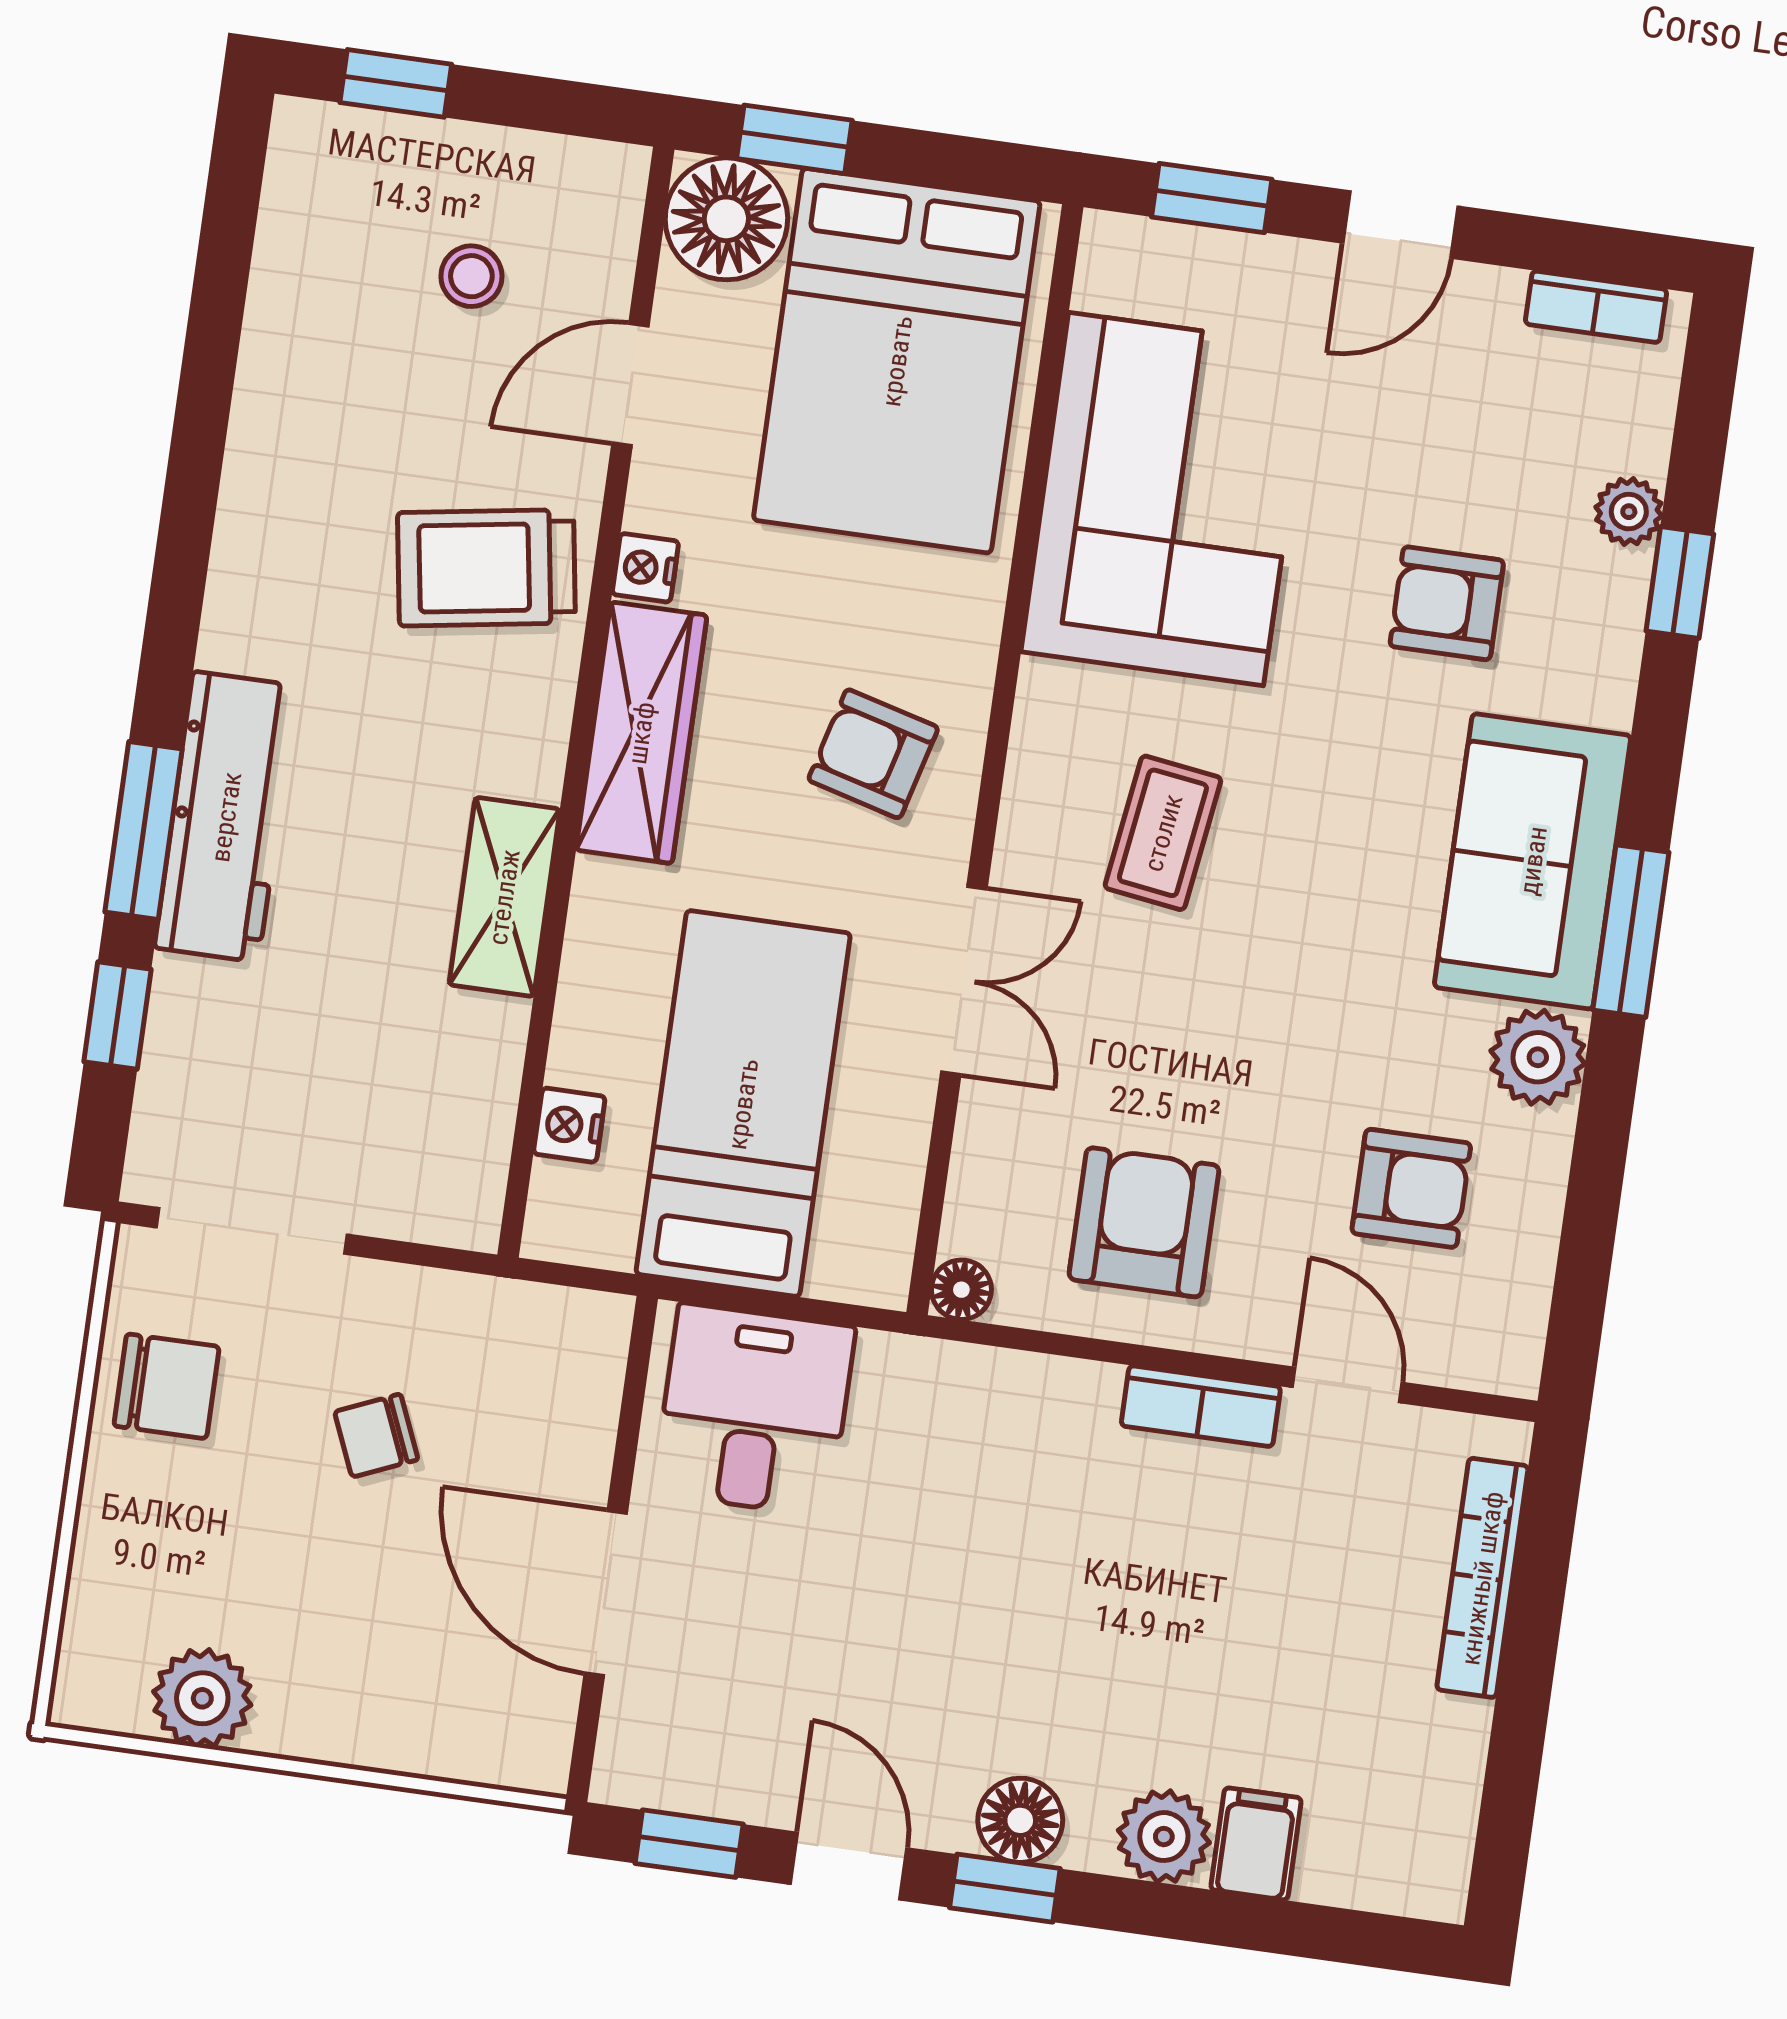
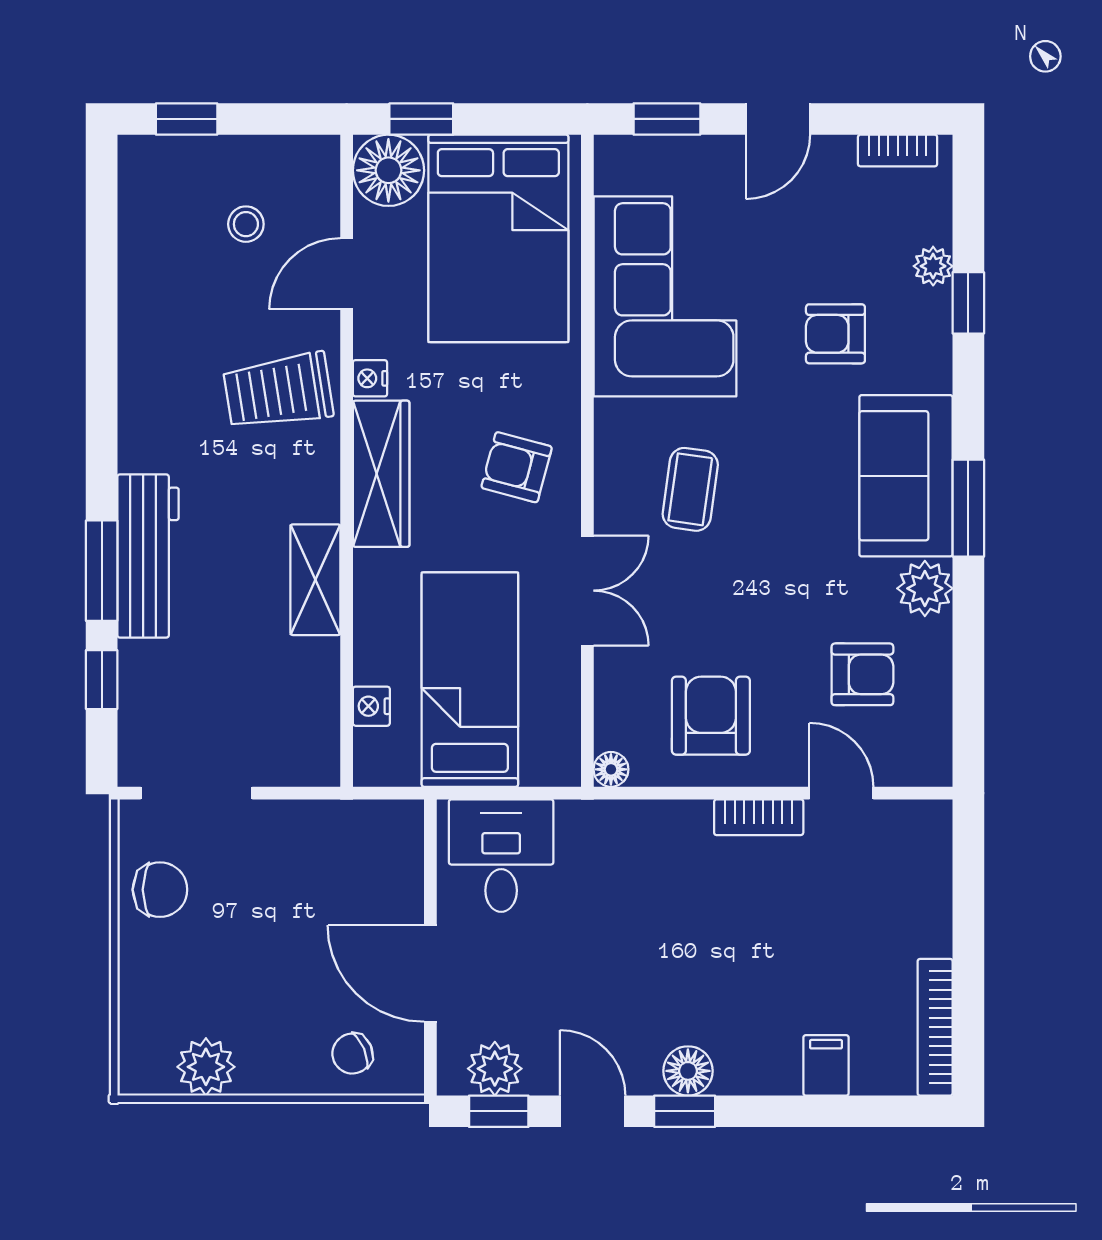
chair: (376, 1436) -> (352, 1054), moved
bookcase: (1482, 1578) -> (935, 1027), moved
plant: (1164, 1837) -> (495, 1069), moved

